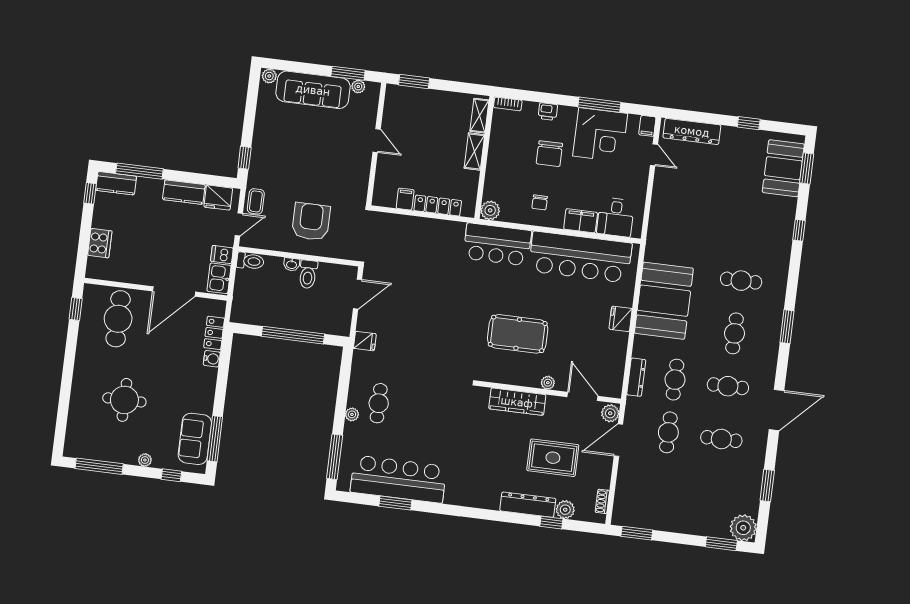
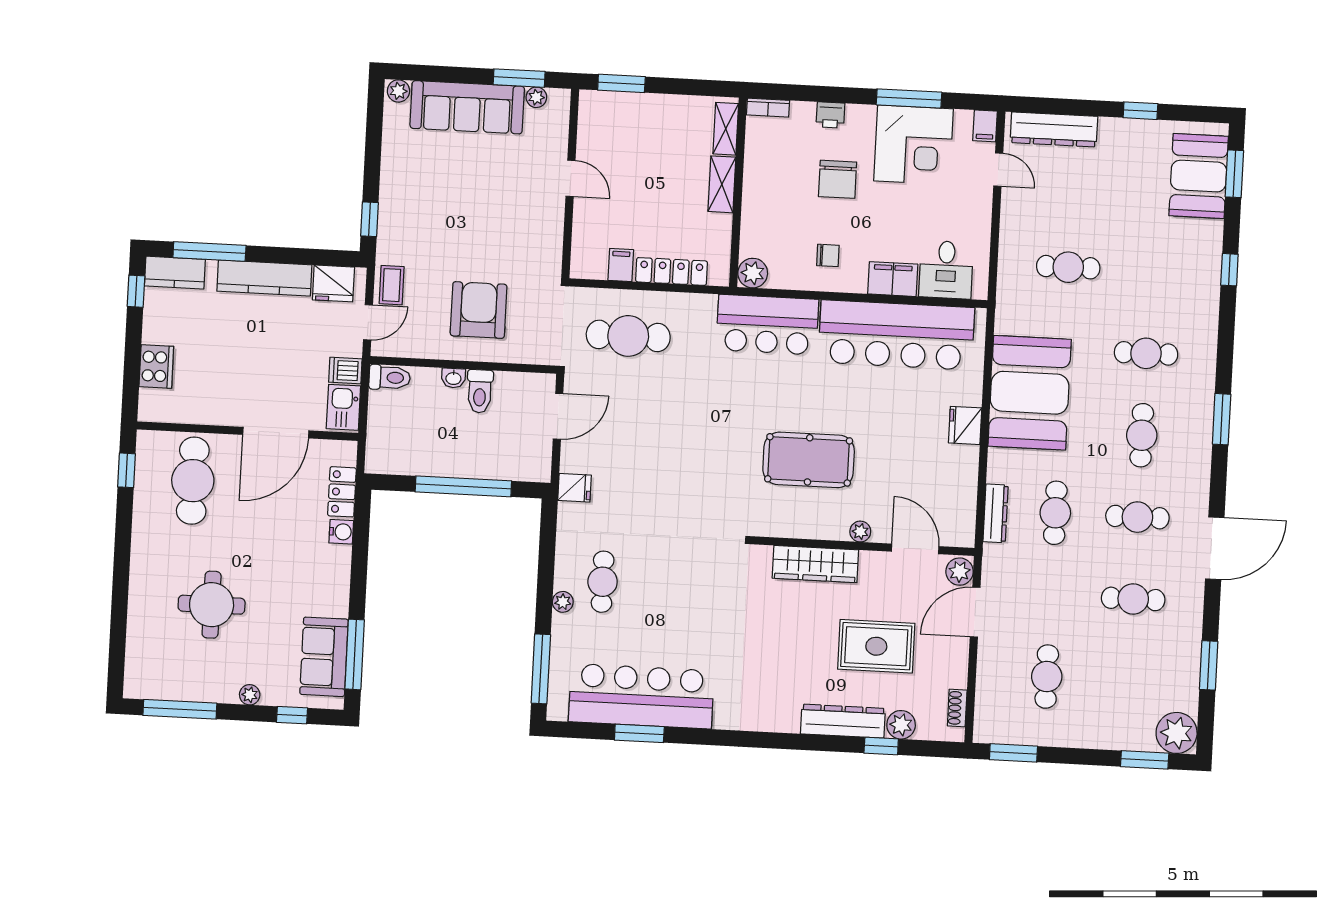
kitchen counter: (184, 192) -> (264, 278), width x1.50
chair: (540, 202) -> (828, 255), turned -90
cafe table: (695, 221) -> (1068, 267), added
cafe table: (407, 245) -> (628, 336), added
cafe table: (668, 432) -> (1047, 677), moved

